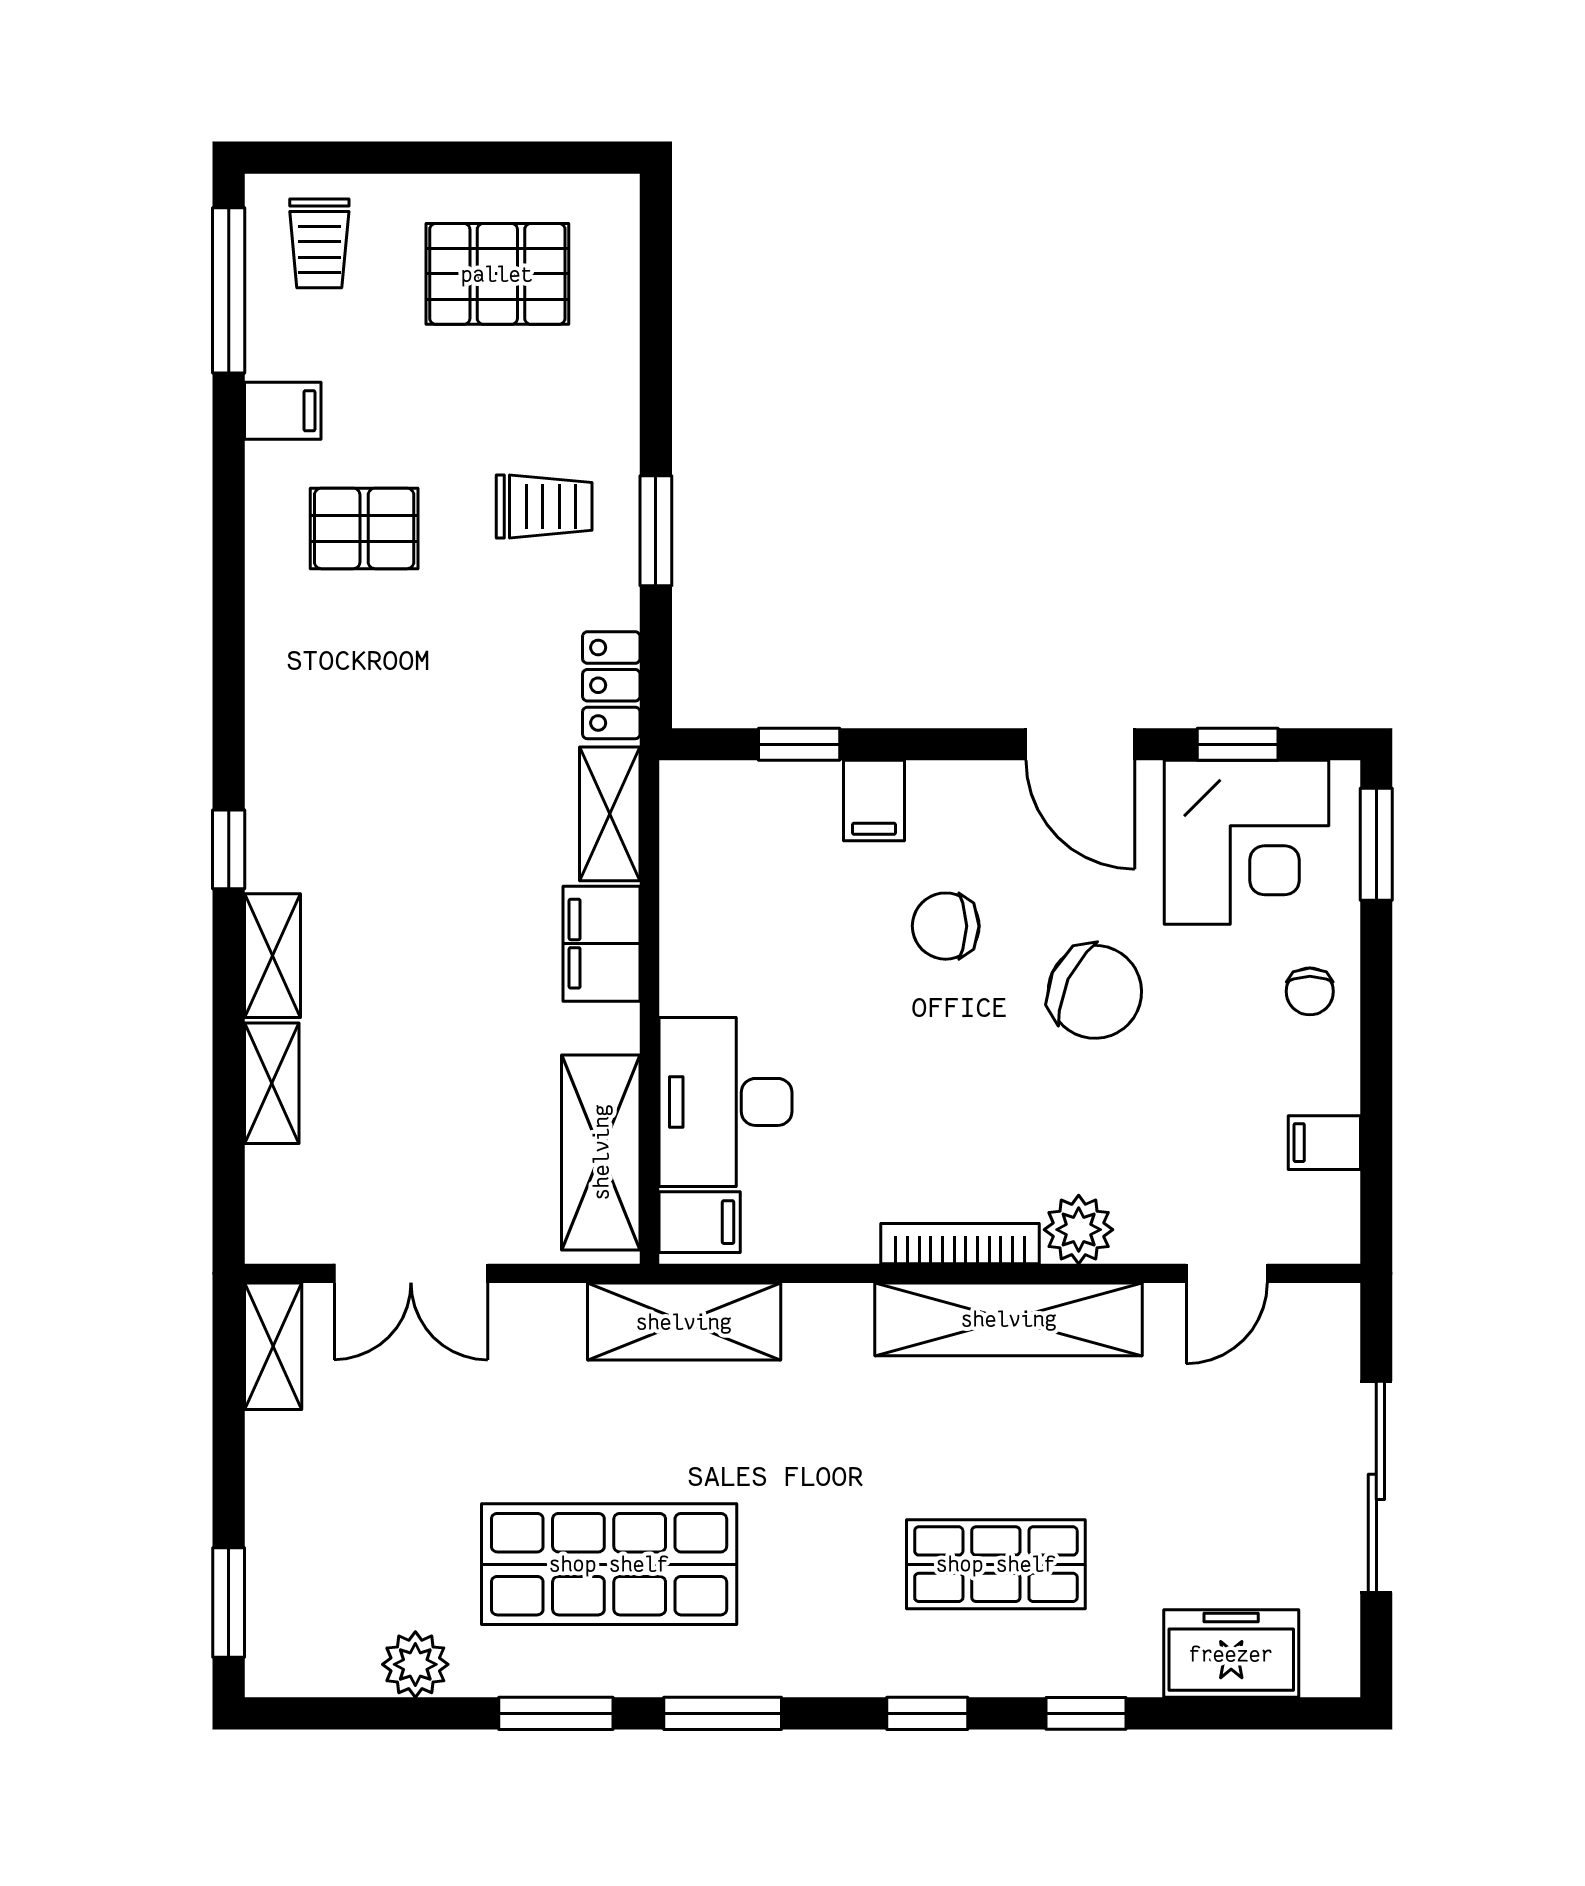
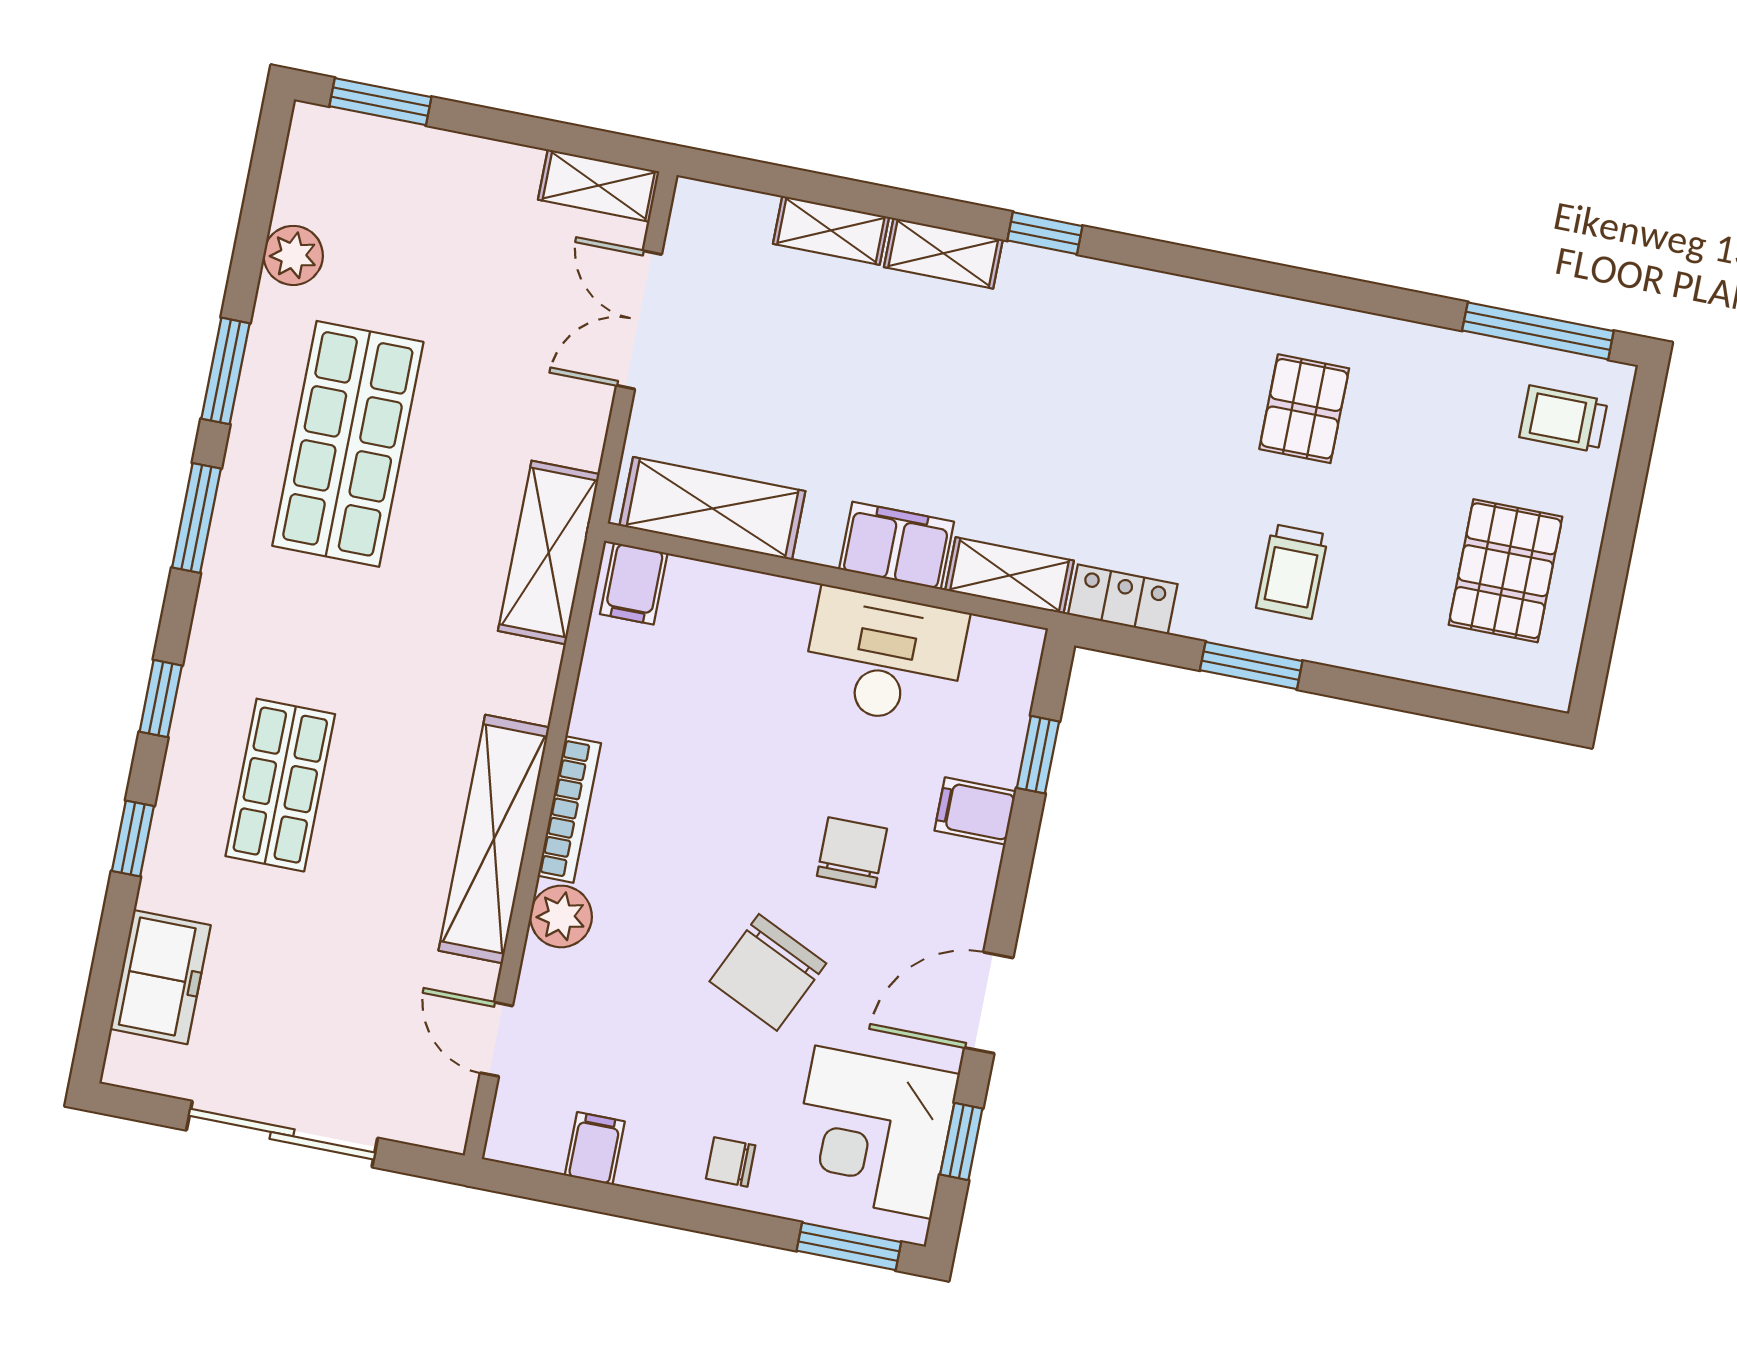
filing cabinet: (283, 411) -> (1422, 357), removed
desk: (725, 1102) -> (885, 657), moved

